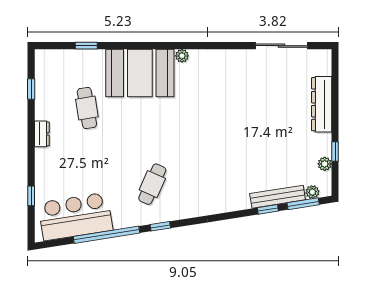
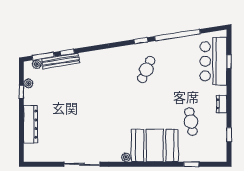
sliding door: (281, 46) -> (82, 164), moved
bar counter: (75, 217) -> (213, 61), moved, turned 99

